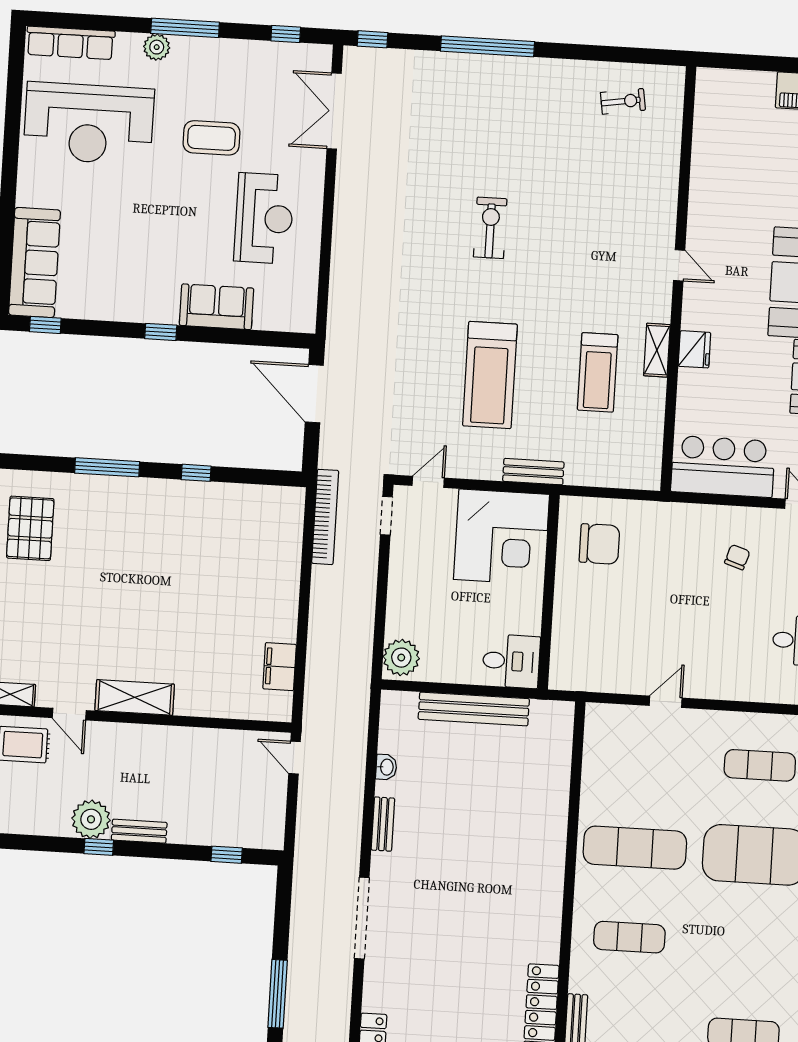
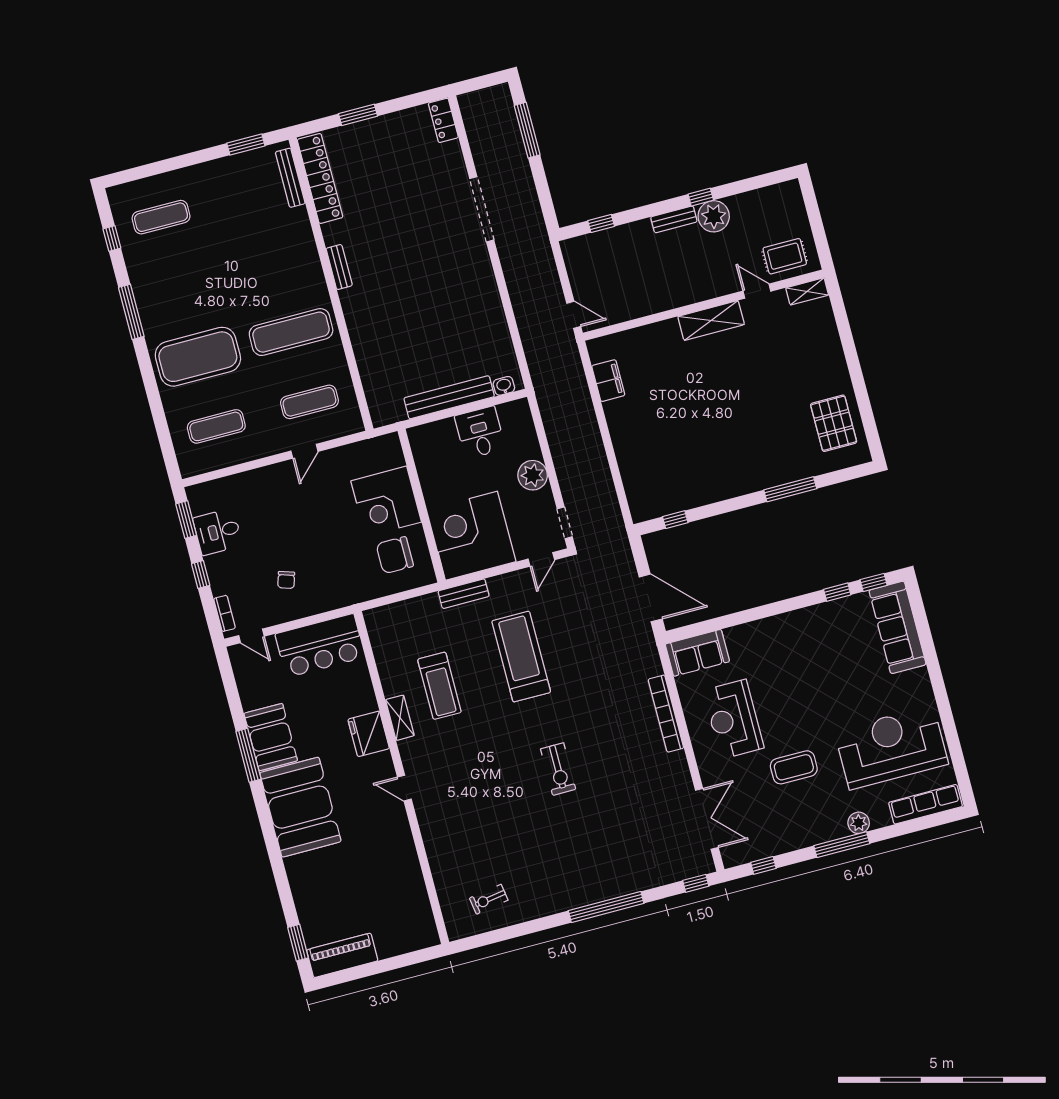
sofa: (217, 307) -> (697, 653), moved
window: (161, 332) -> (837, 592), moved
fridge: (694, 349) -> (369, 734), width x1.36, depth x1.34
treadmill: (598, 372) -> (439, 686), turned 180
window: (196, 473) -> (675, 520), moved
bookcase: (325, 517) -> (666, 714), moved
corner desk: (589, 611) -> (386, 501), added
plant: (401, 658) -> (533, 475), moved
desk: (511, 661) -> (480, 432), moved, turned 90
washbasin: (386, 767) -> (504, 386), moved, turned 90
bench: (383, 824) -> (339, 267), moved
exercise mat: (629, 937) -> (309, 402), moved

